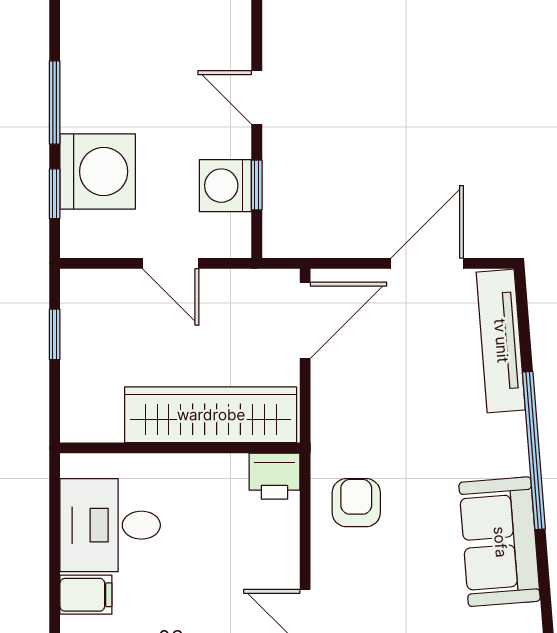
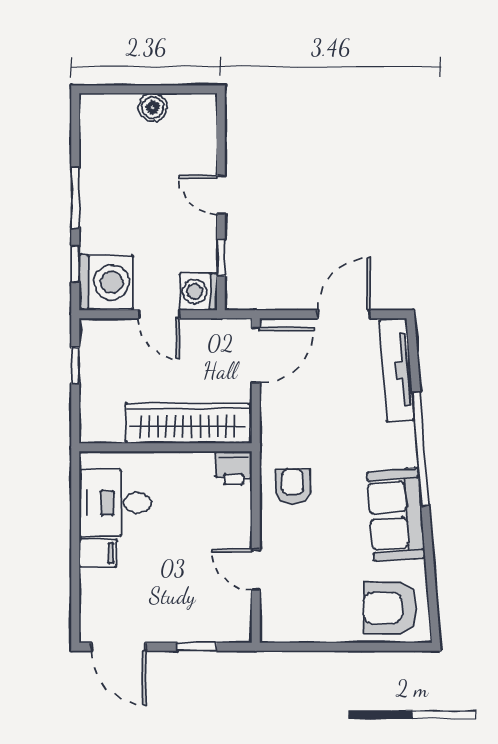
washing machine: (98, 171) -> (106, 282), moved
washing machine: (225, 186) -> (198, 292), moved

